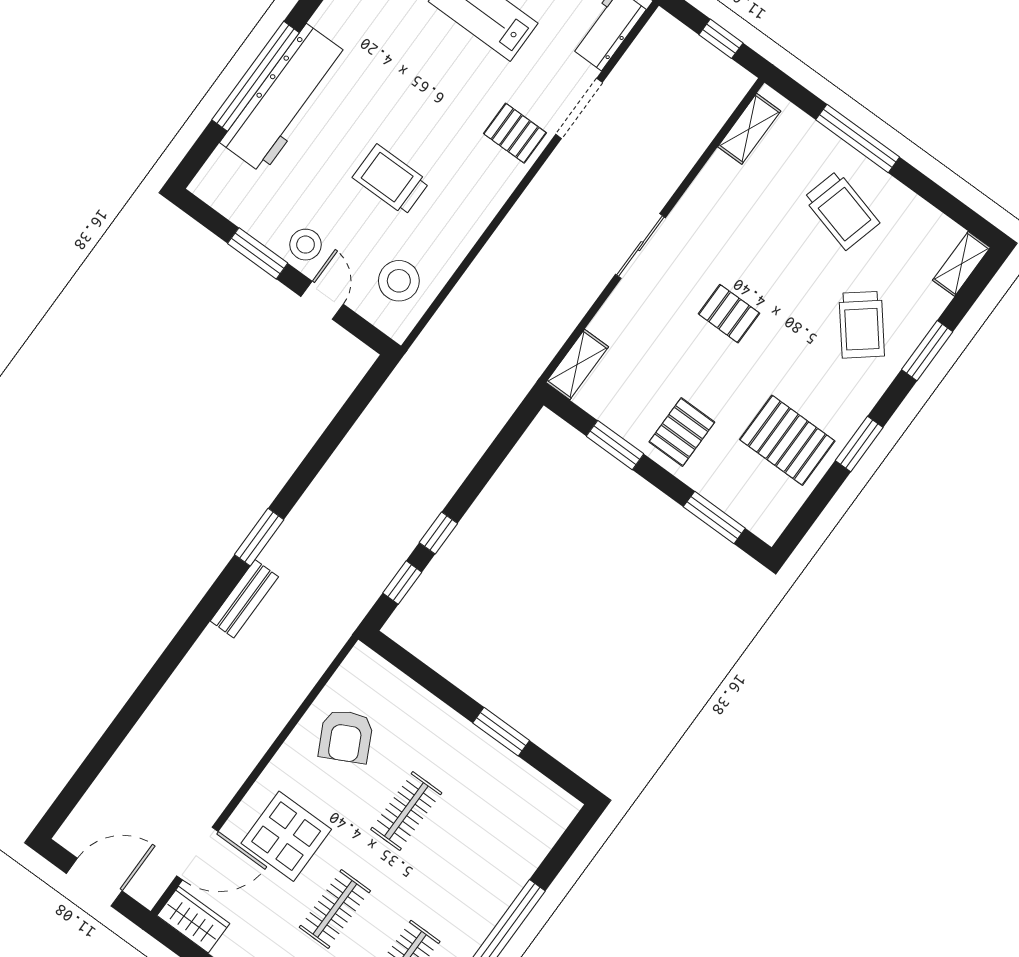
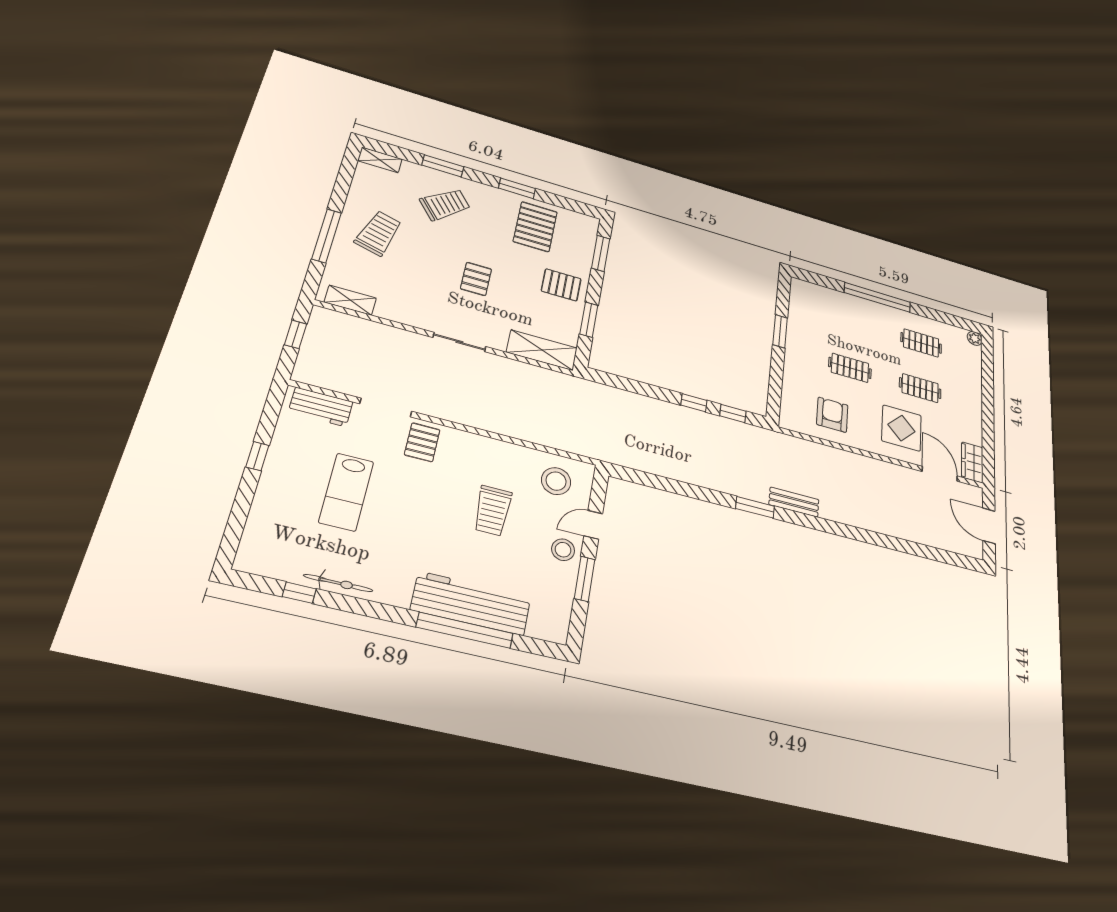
shelving: (577, 365) -> (542, 350), width x1.50, depth x1.33
armchair: (346, 736) -> (832, 415), turned -63

